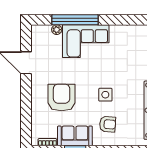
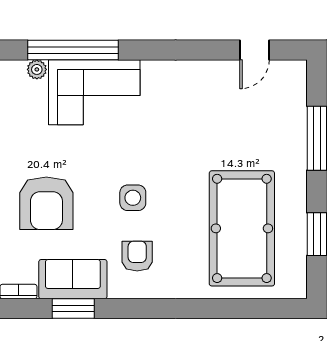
armchair: (62, 97) -> (46, 203), turned 180
armchair: (108, 124) -> (137, 256), turned -94

